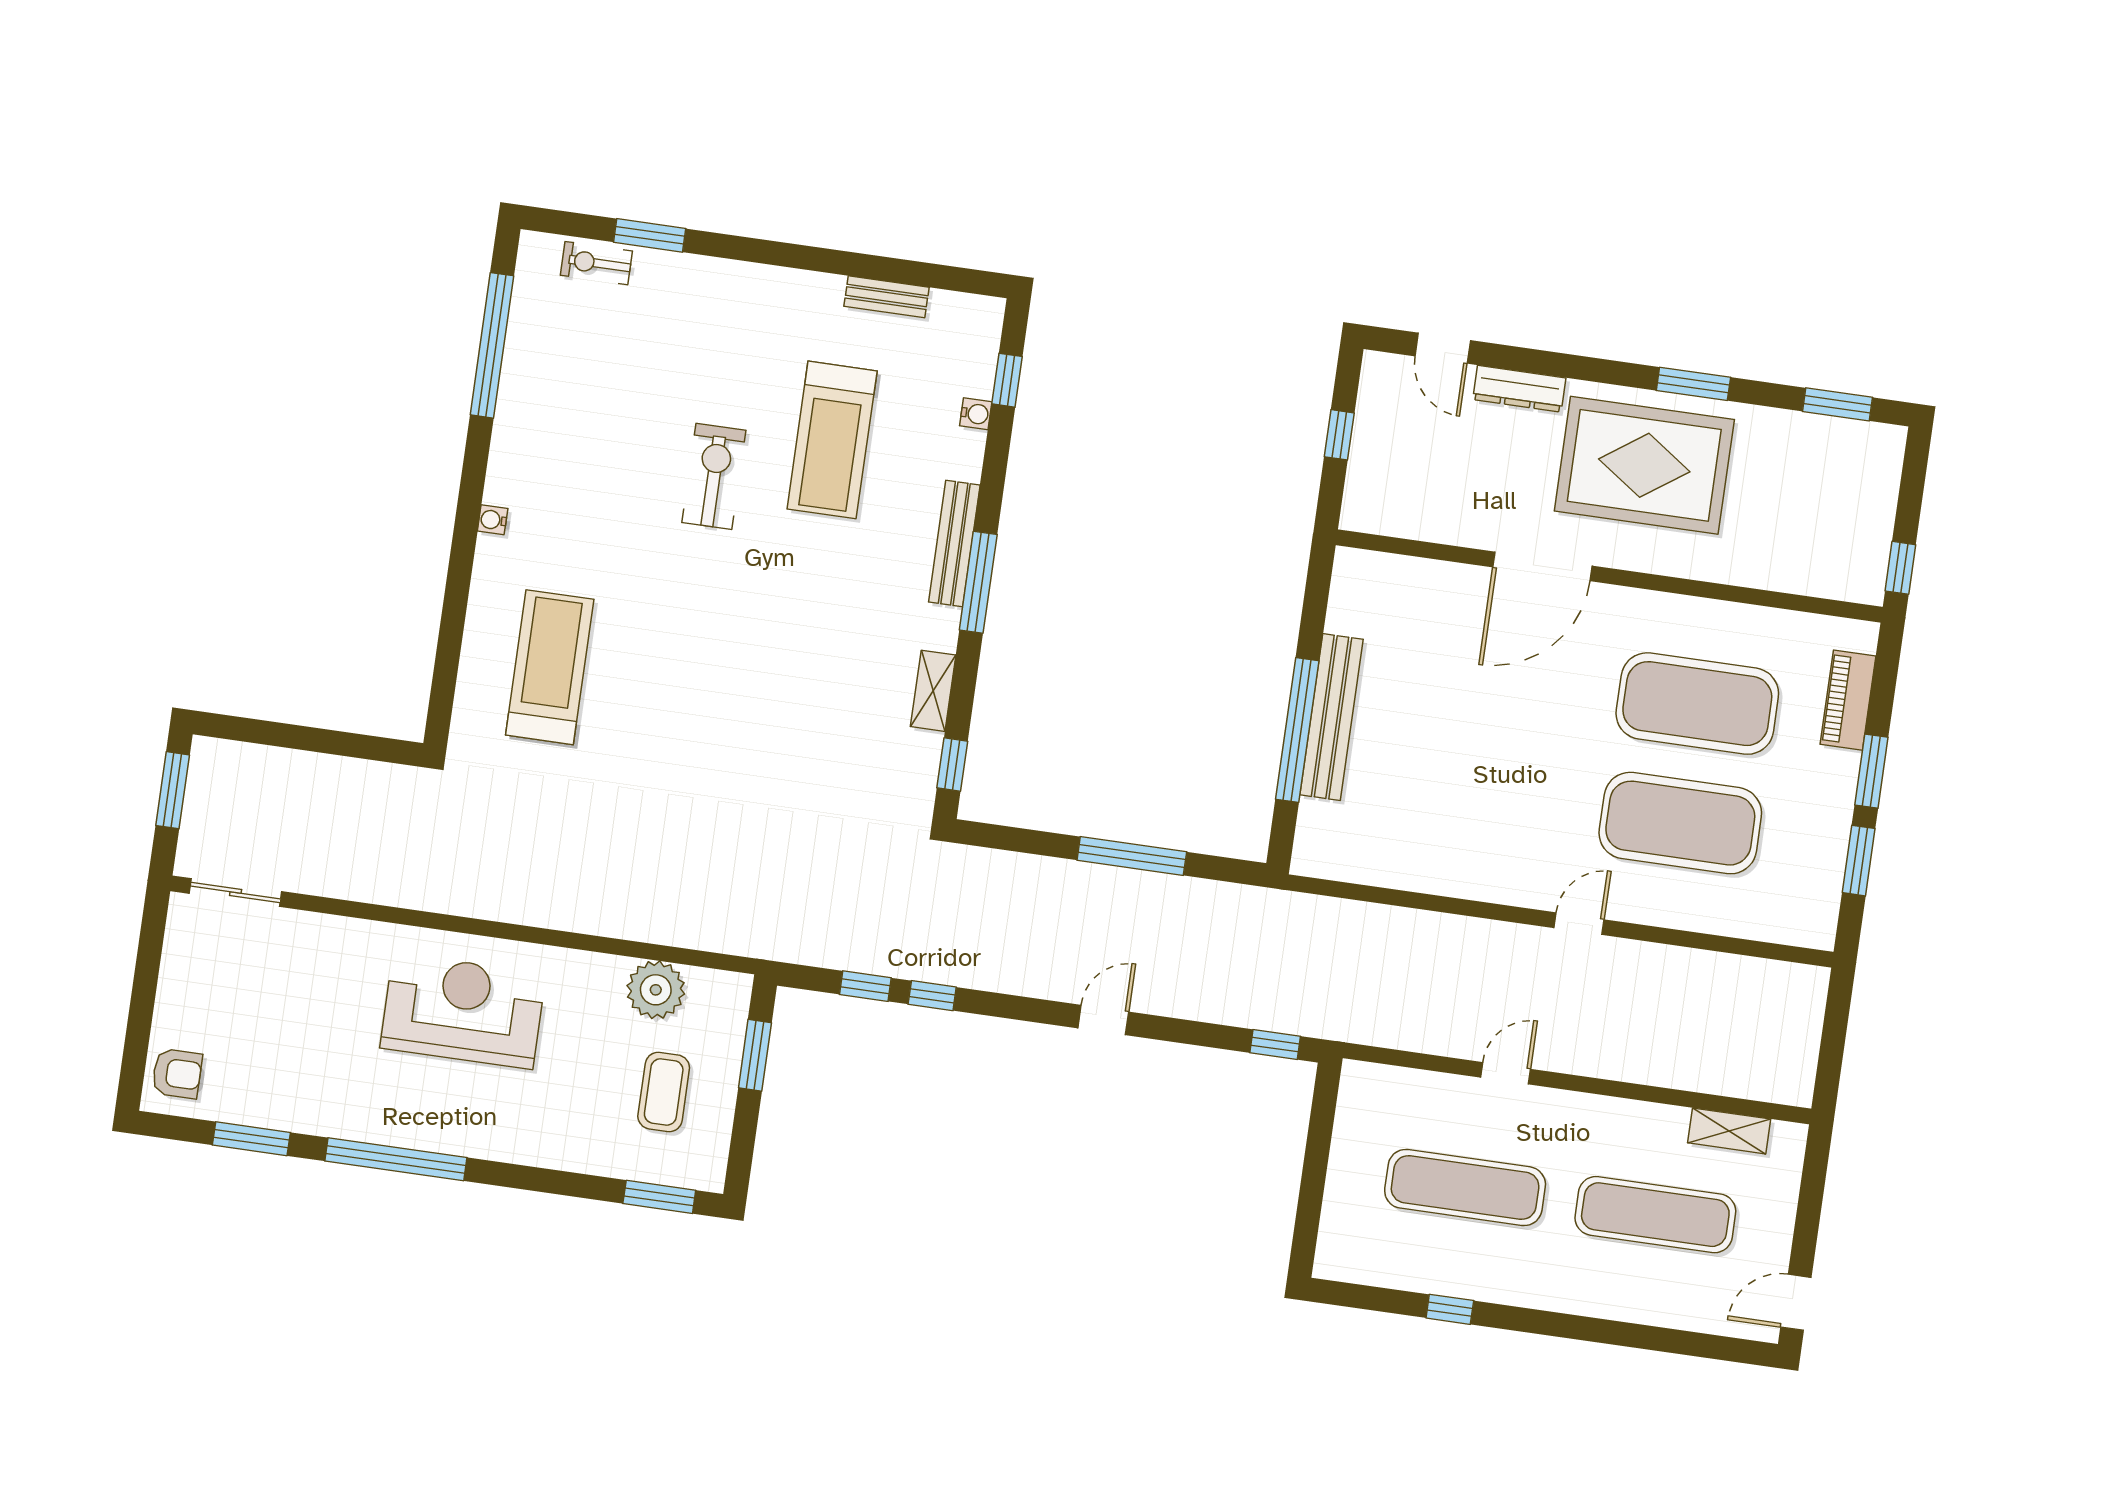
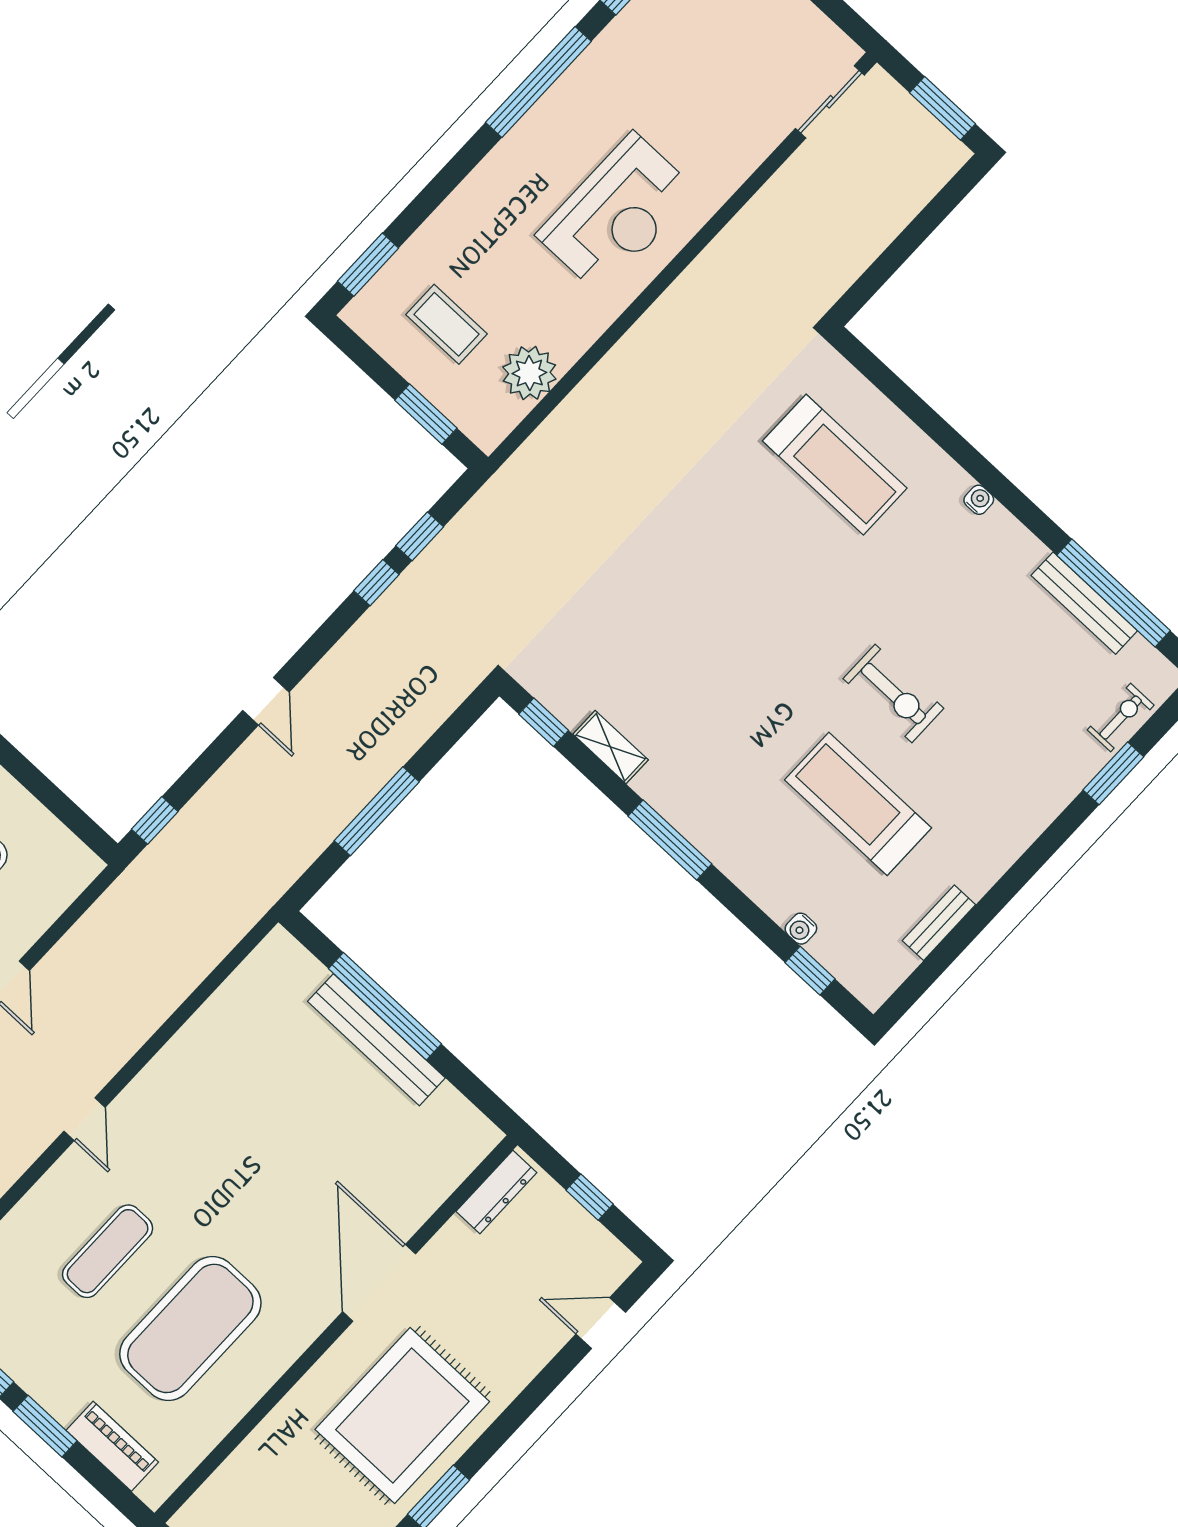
dresser: (1519, 389) -> (496, 1192), moved, turned 180
bench: (954, 544) -> (1084, 603), moved
exercise mat: (1680, 823) -> (108, 1251), width x0.50, depth x0.69

